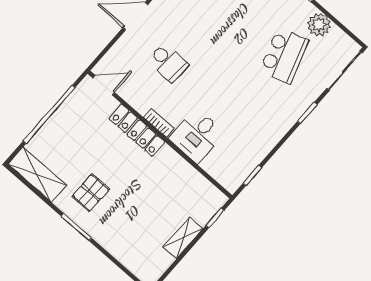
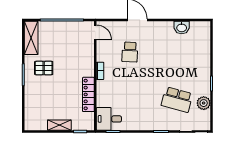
school desk: (284, 56) -> (177, 100), turned 33
locker: (137, 130) -> (88, 94), moved
desk: (197, 136) -> (109, 119), moved

